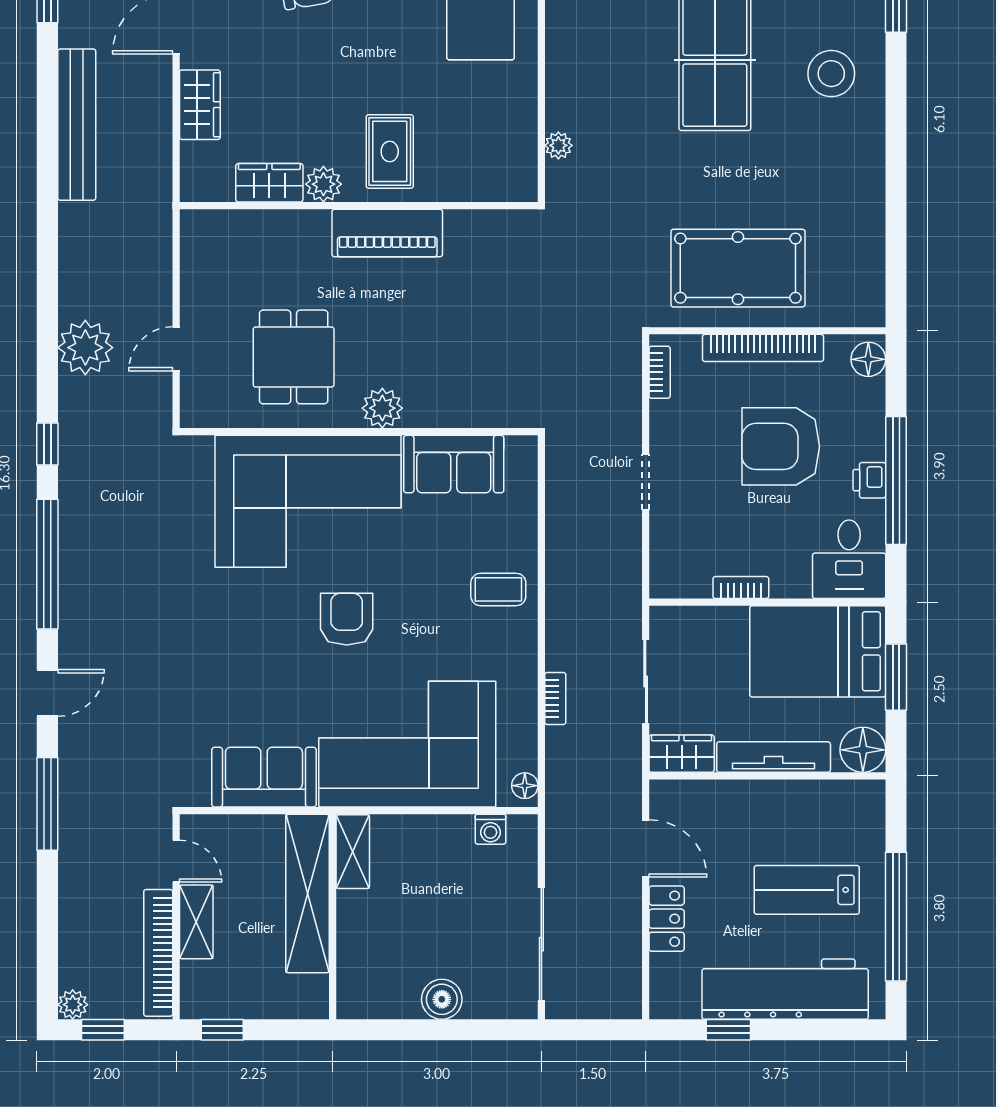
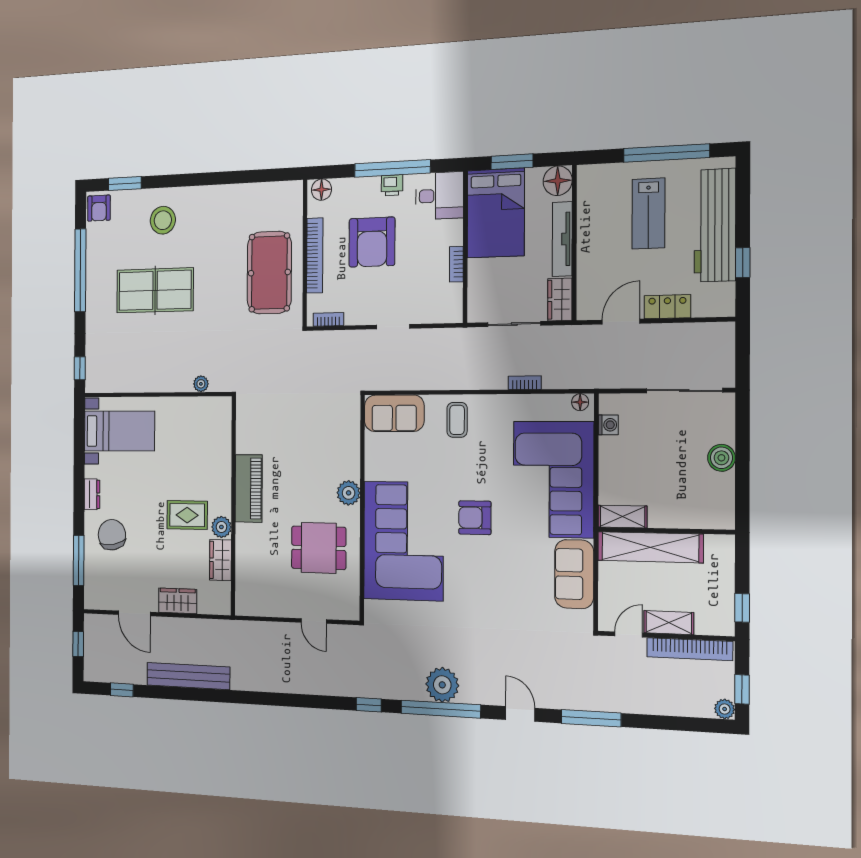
rug: (390, 151) -> (187, 515), moved
plant: (85, 348) -> (442, 685), moved
sofa: (454, 464) -> (394, 413), moved, turned 90

